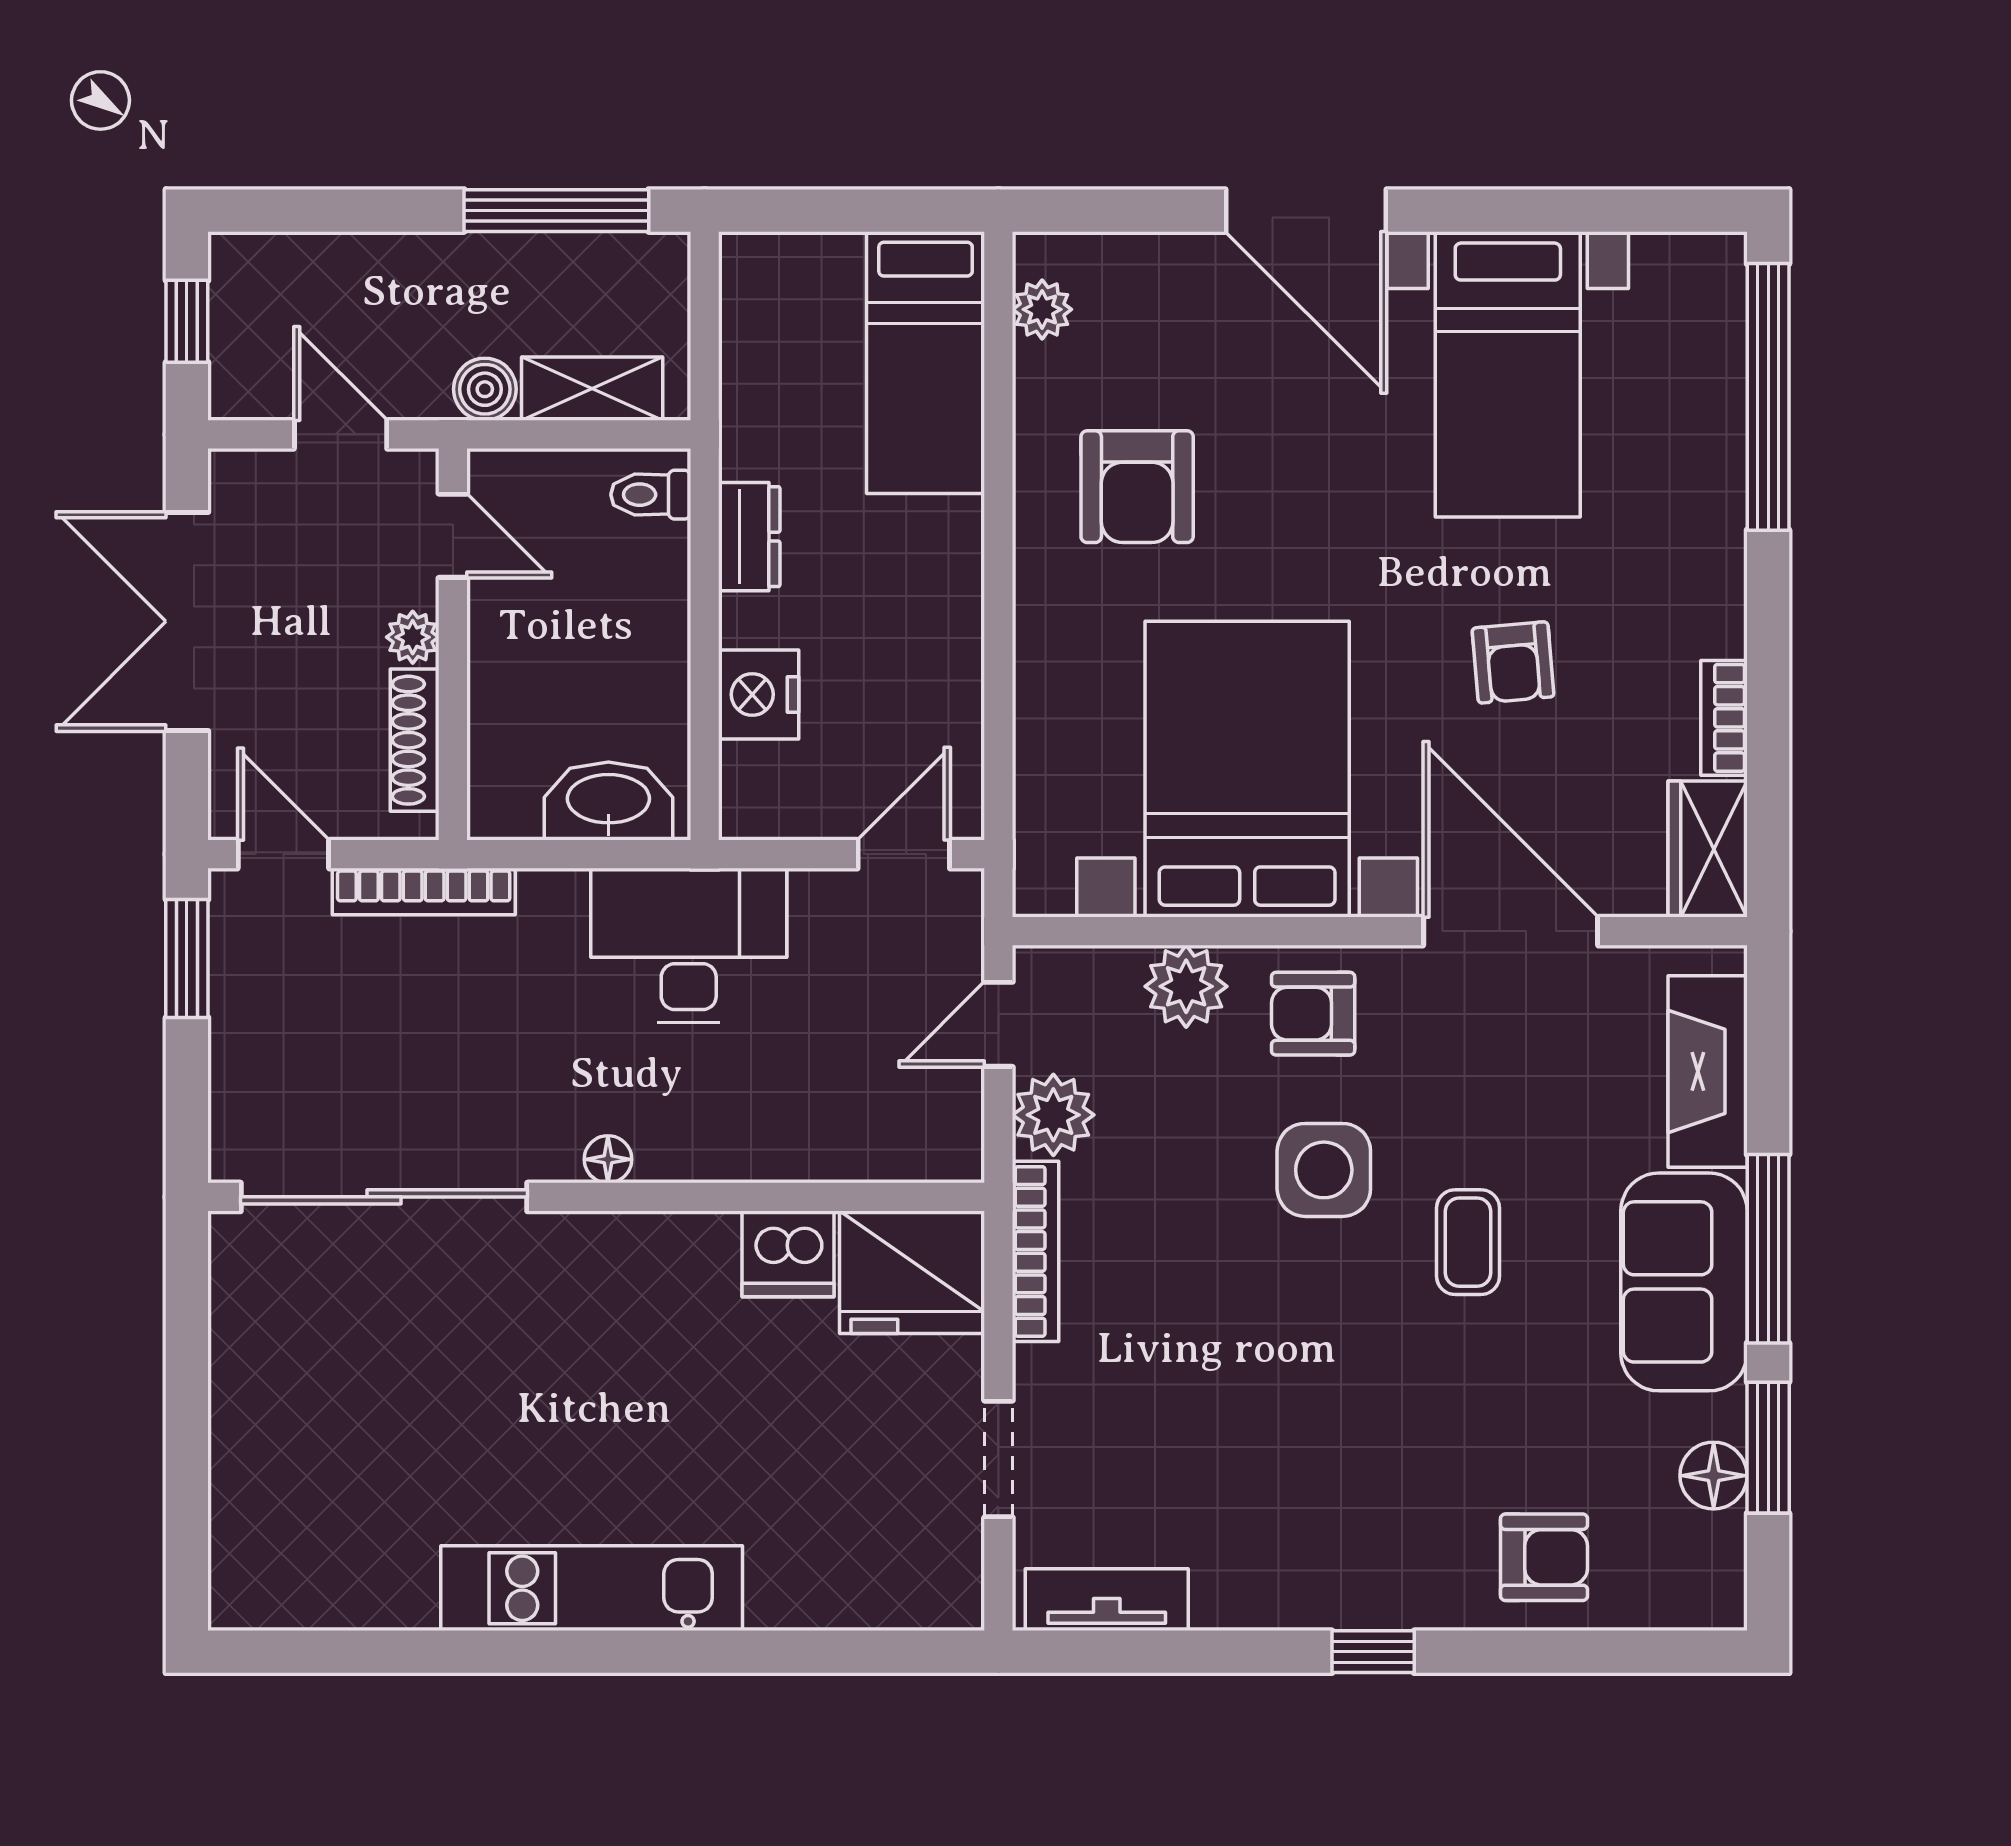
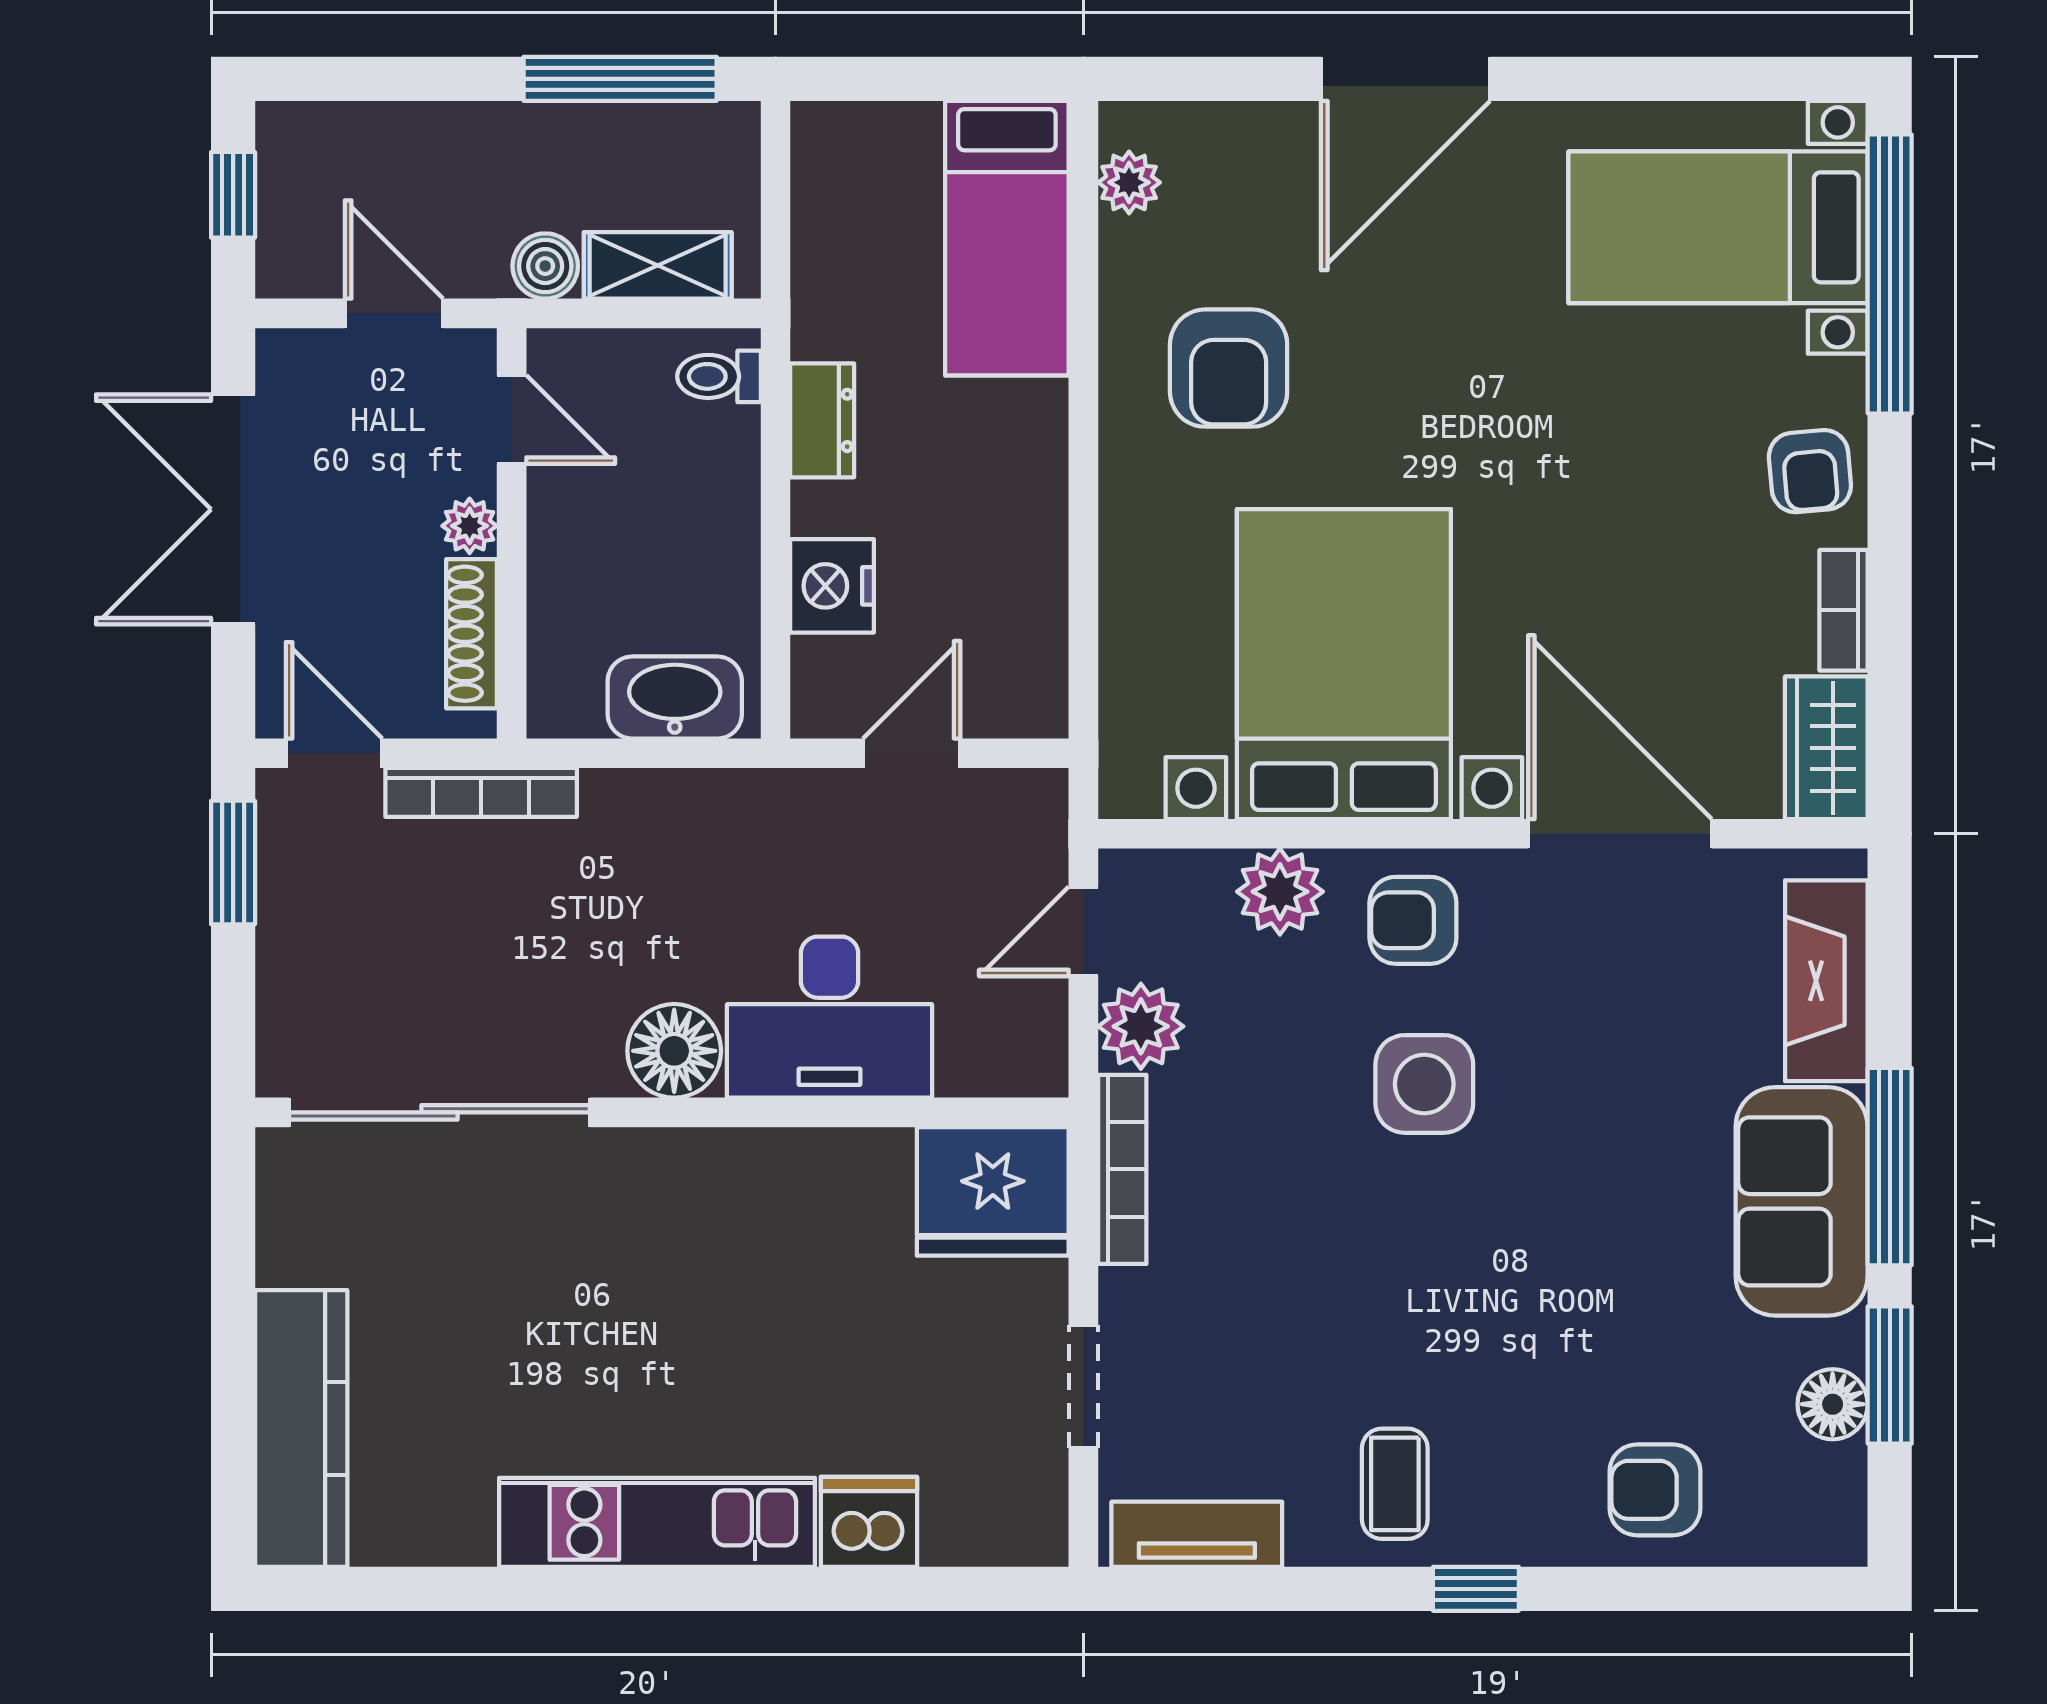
door: (1306, 211) -> (1406, 79), hinge flipped
bed with nightstands: (1508, 374) -> (1718, 227), moved, turned 90
armchair: (1513, 662) -> (1810, 471), moved
door: (904, 854) -> (912, 753), moved
desk: (689, 945) -> (830, 1017), moved, turned 180
floor lamp: (608, 1159) -> (674, 1051), width x1.89, depth x1.89
coffee table: (1468, 1242) -> (1395, 1484), moved
dishwasher: (788, 1254) -> (869, 1522), moved, turned 180
kitchen counter: (252, 1499) -> (301, 1428), added
armchair: (1544, 1557) -> (1655, 1490), turned 180

